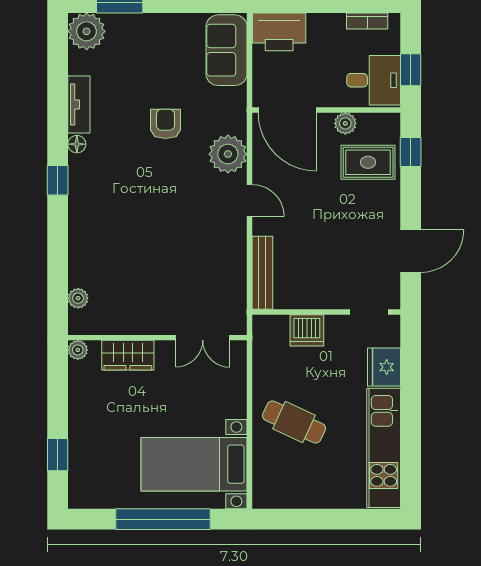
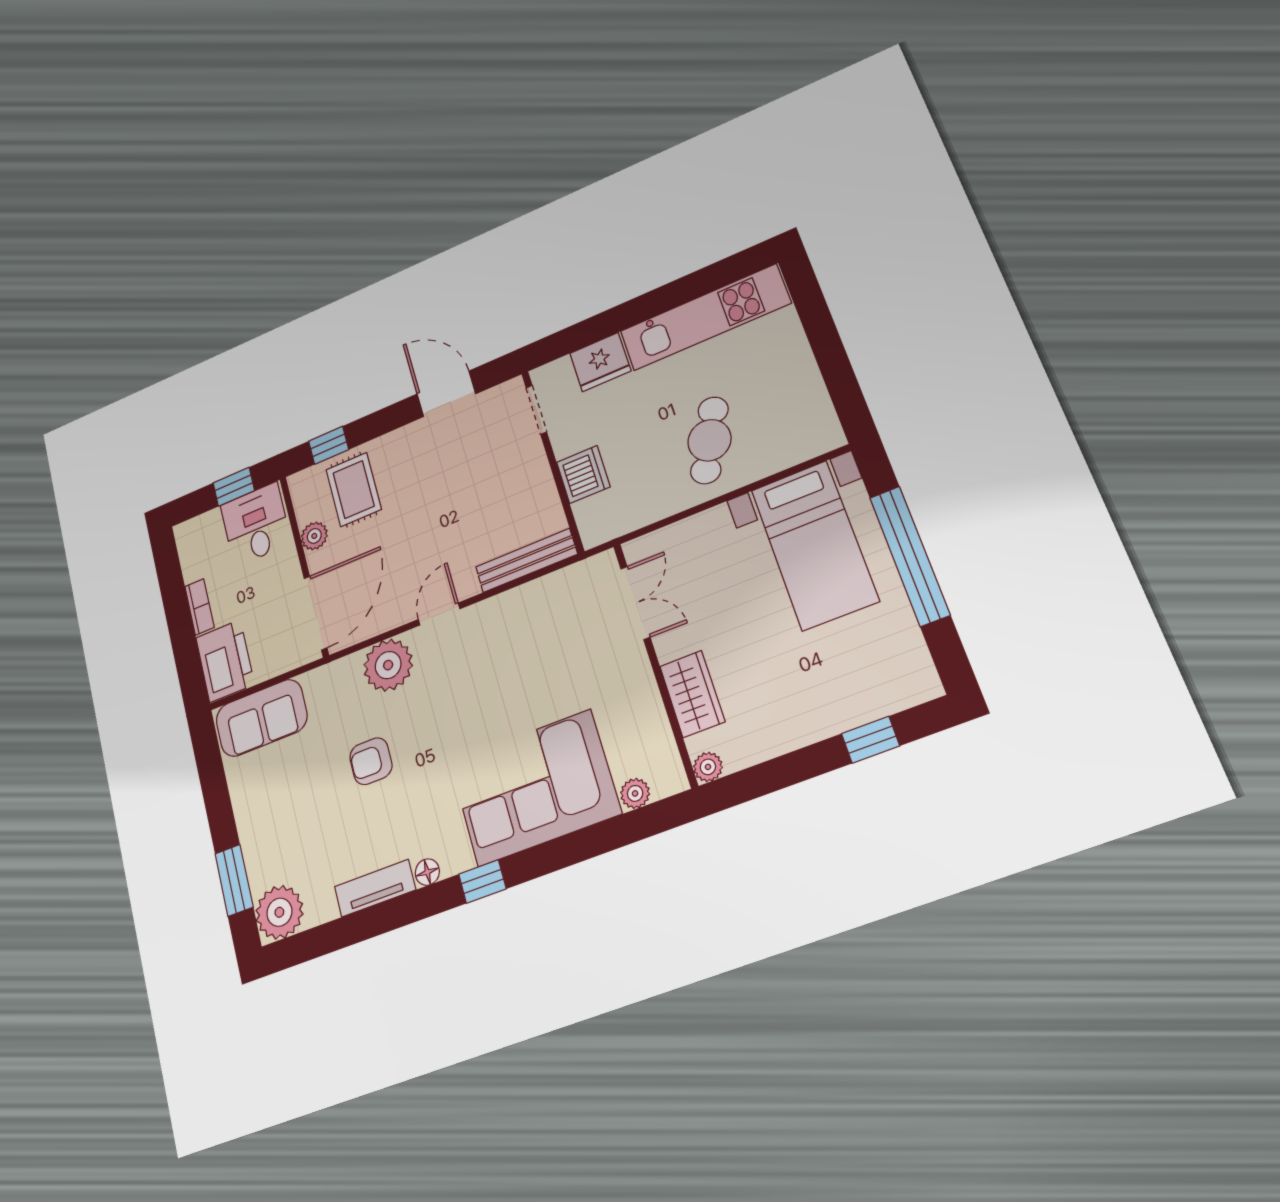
bookcase: (367, 21) -> (199, 607), moved
corner sofa: (106, 233) -> (535, 788), added

